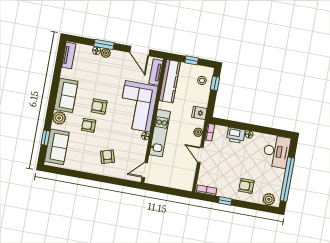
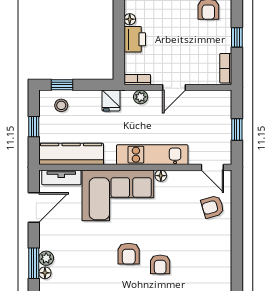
armchair: (107, 157) -> (213, 207), moved
window: (166, 190) -> (237, 130), added

